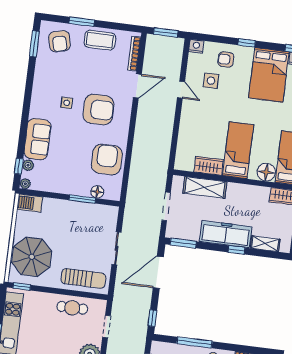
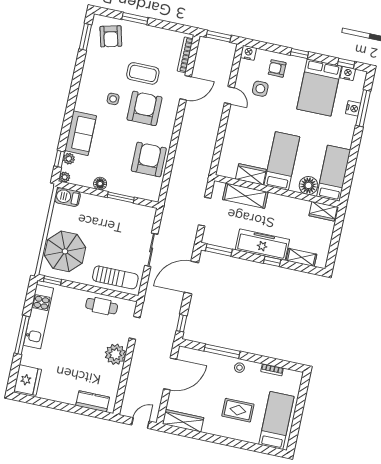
coffee table: (100, 40) -> (143, 73), moved
armchair: (98, 110) -> (144, 108), turned -90
floor lamp: (97, 192) -> (100, 184), moved

